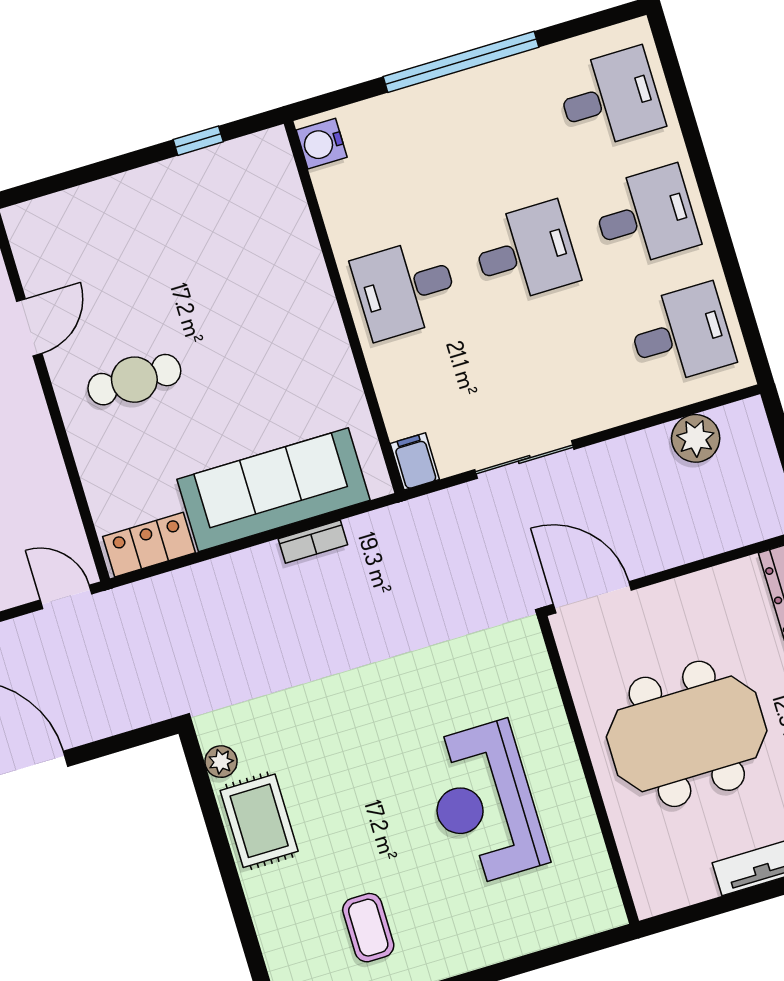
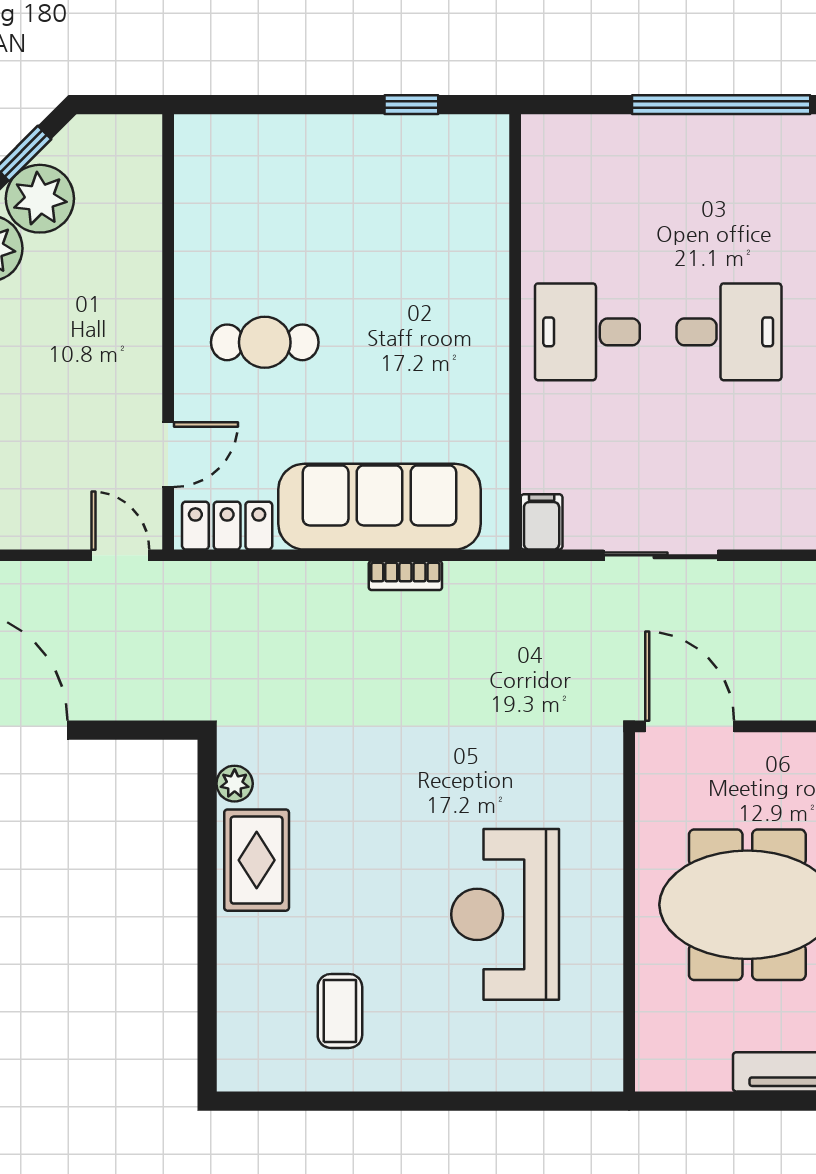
water cooler: (322, 144) -> (544, 148), removed
door: (29, 327) -> (168, 455), moved

